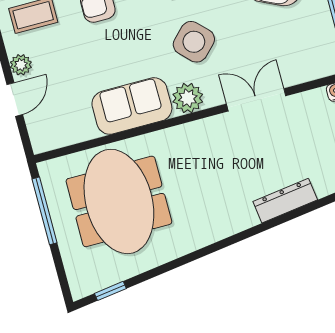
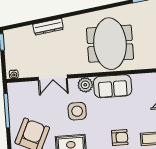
side table: (194, 42) -> (77, 111), turned 45
meeting table: (119, 201) -> (110, 44), moved

